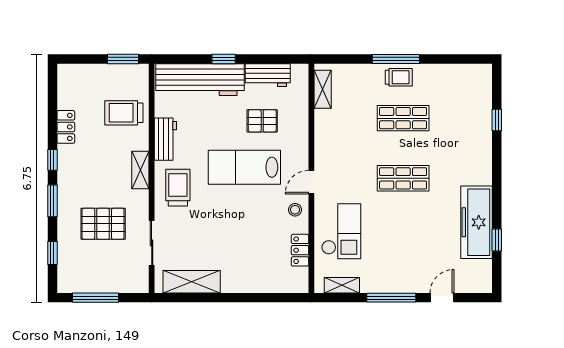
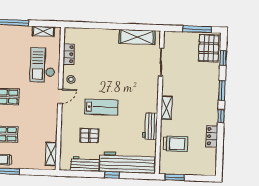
lab bench: (244, 167) -> (101, 107), width x0.73, depth x0.72
trolley: (178, 188) -> (143, 96), removed
pallet: (103, 224) -> (209, 48), moved, turned 90

